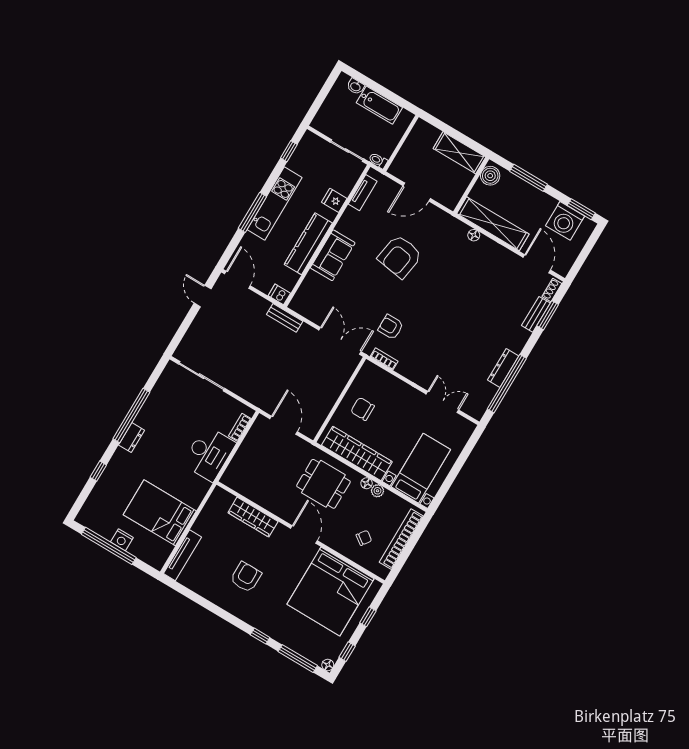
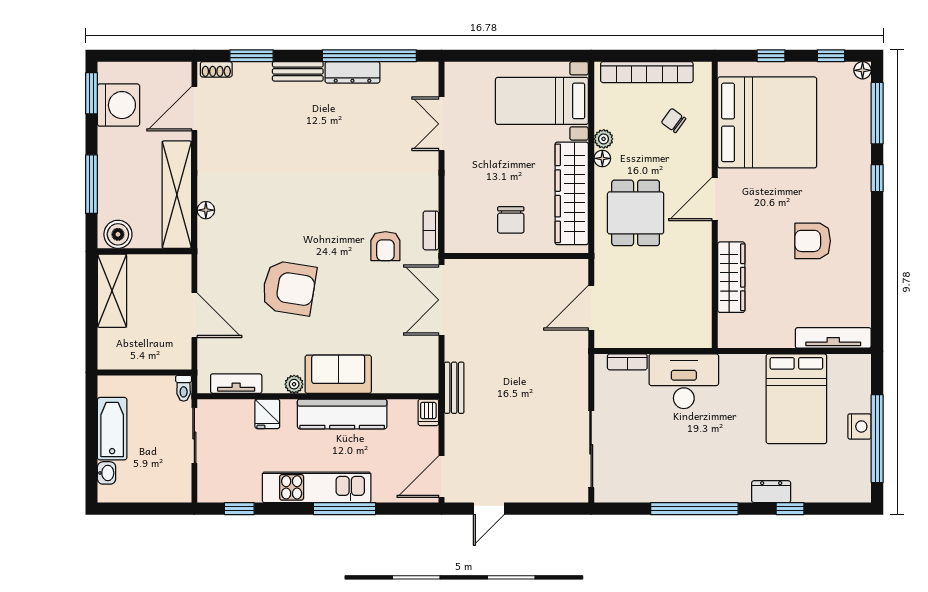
plant: (342, 226) -> (294, 384), added
bench: (536, 314) -> (298, 71), moved
dresser: (131, 438) -> (771, 492), moved

